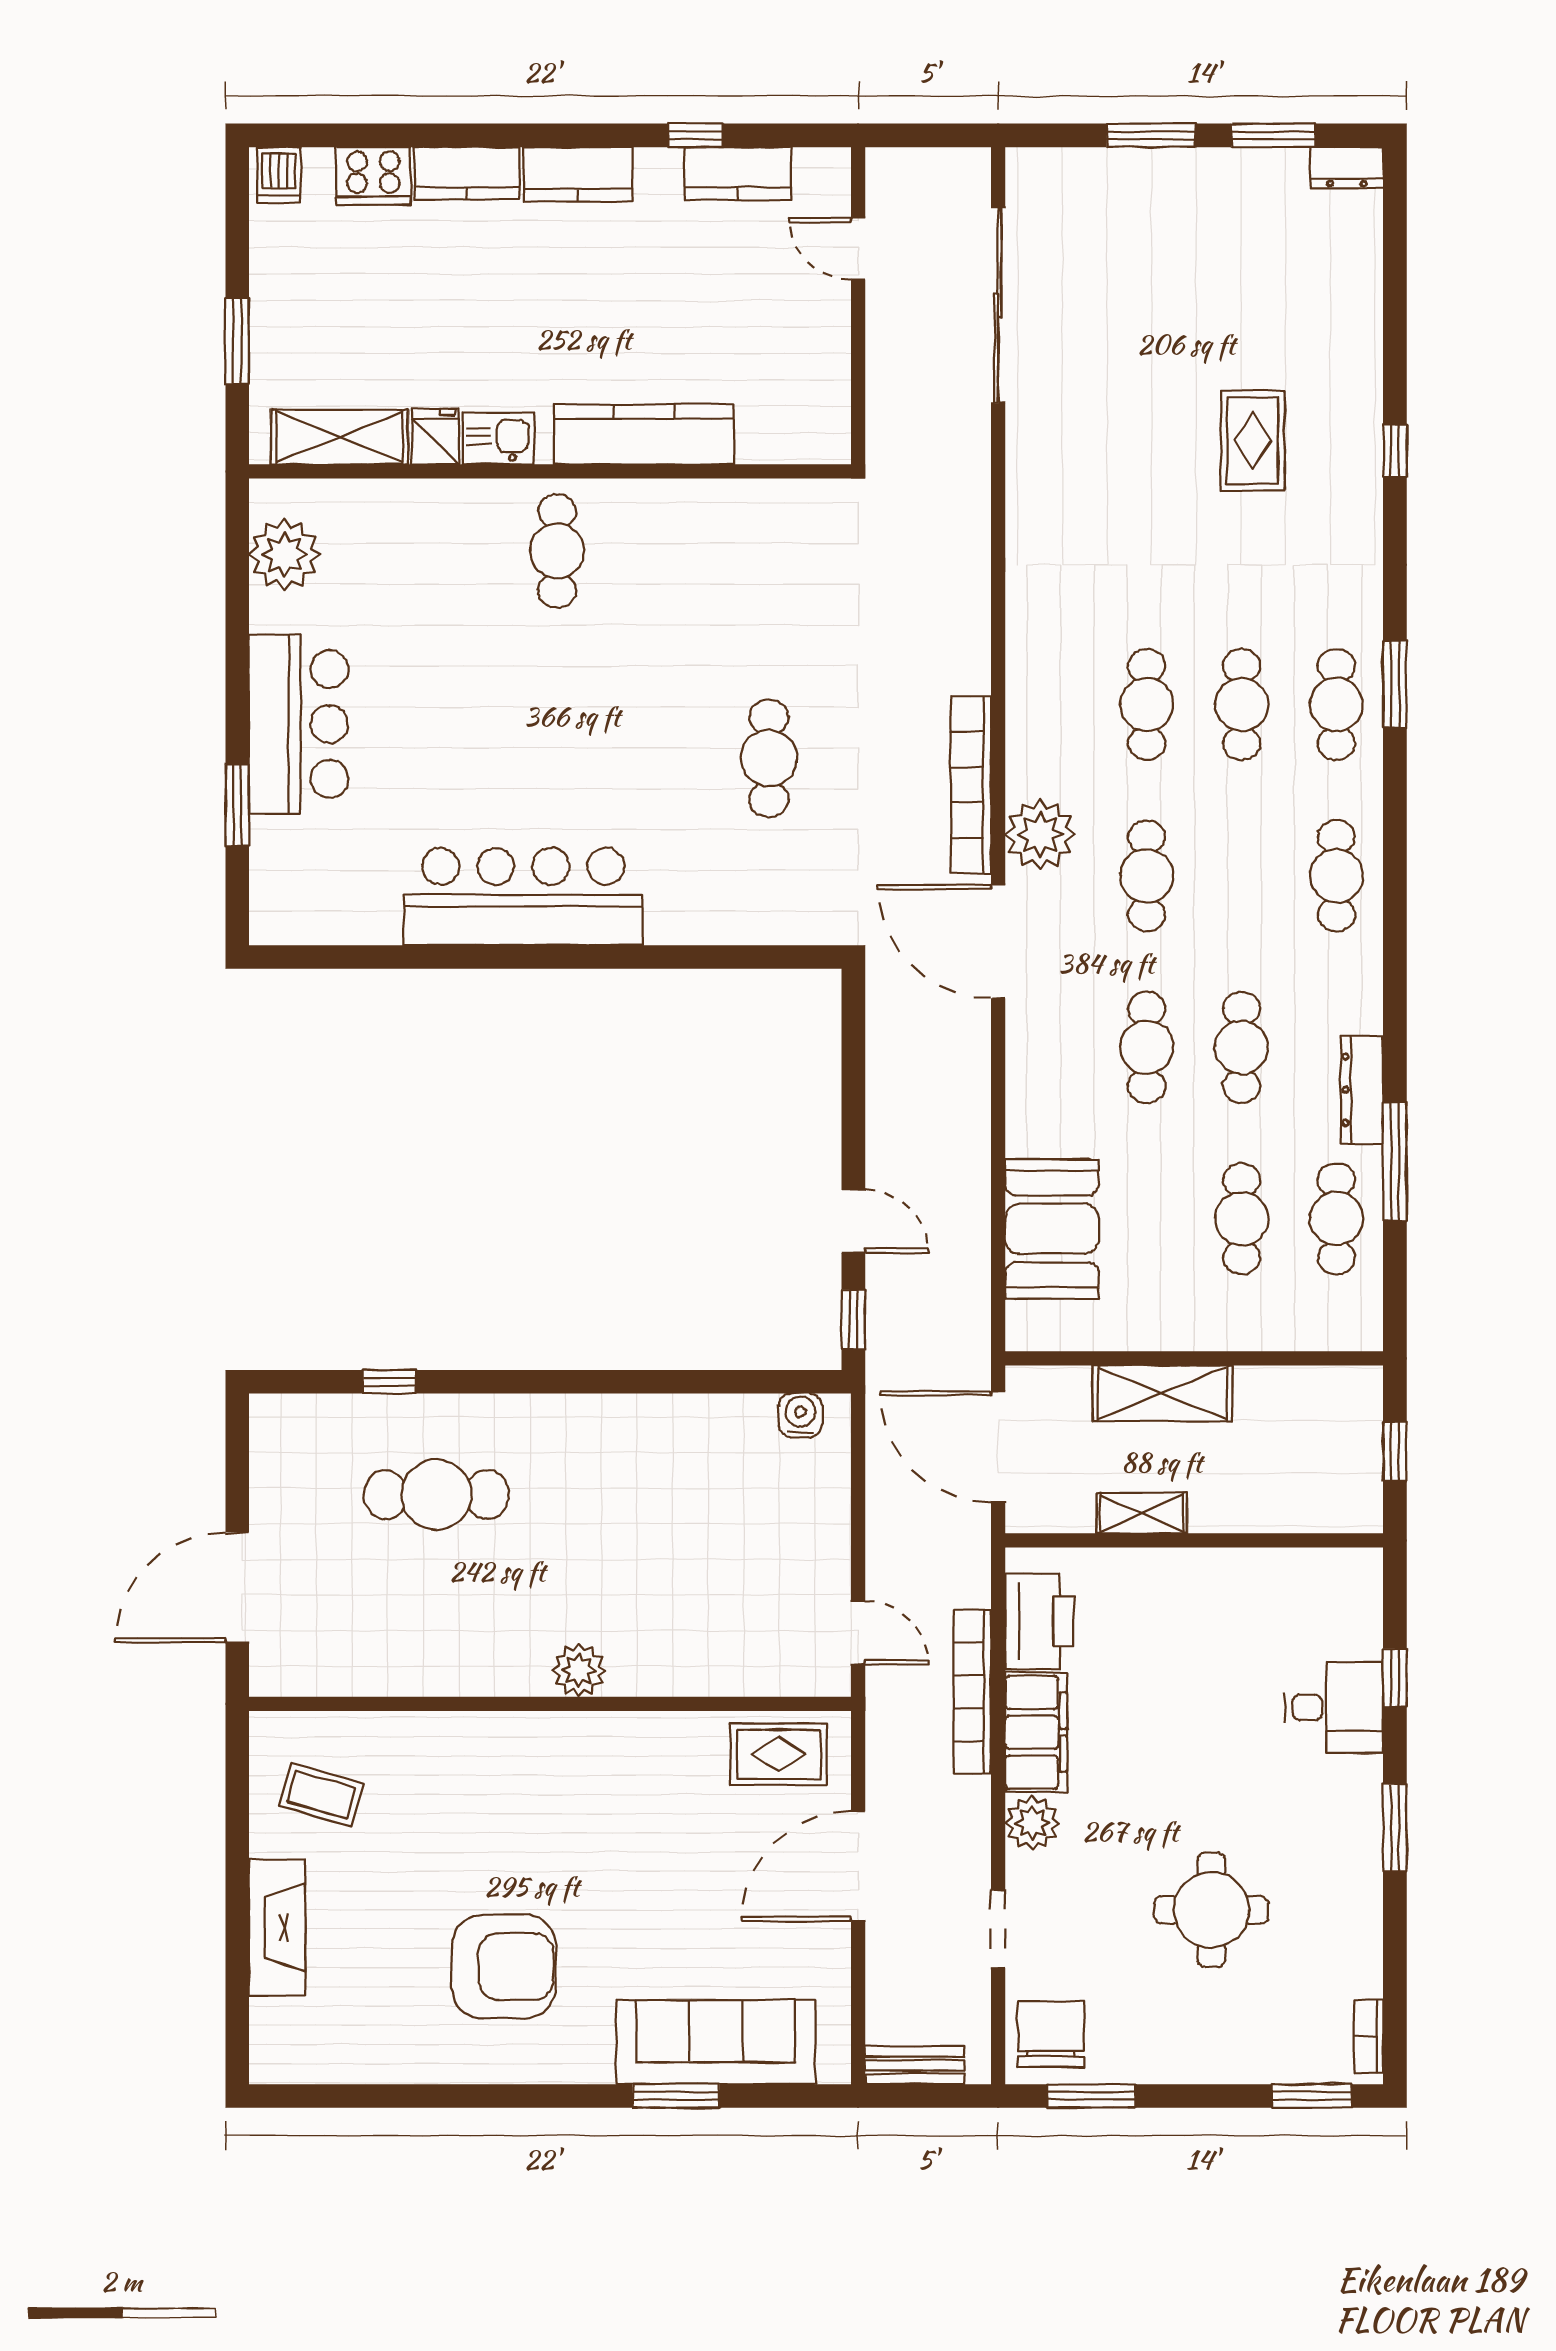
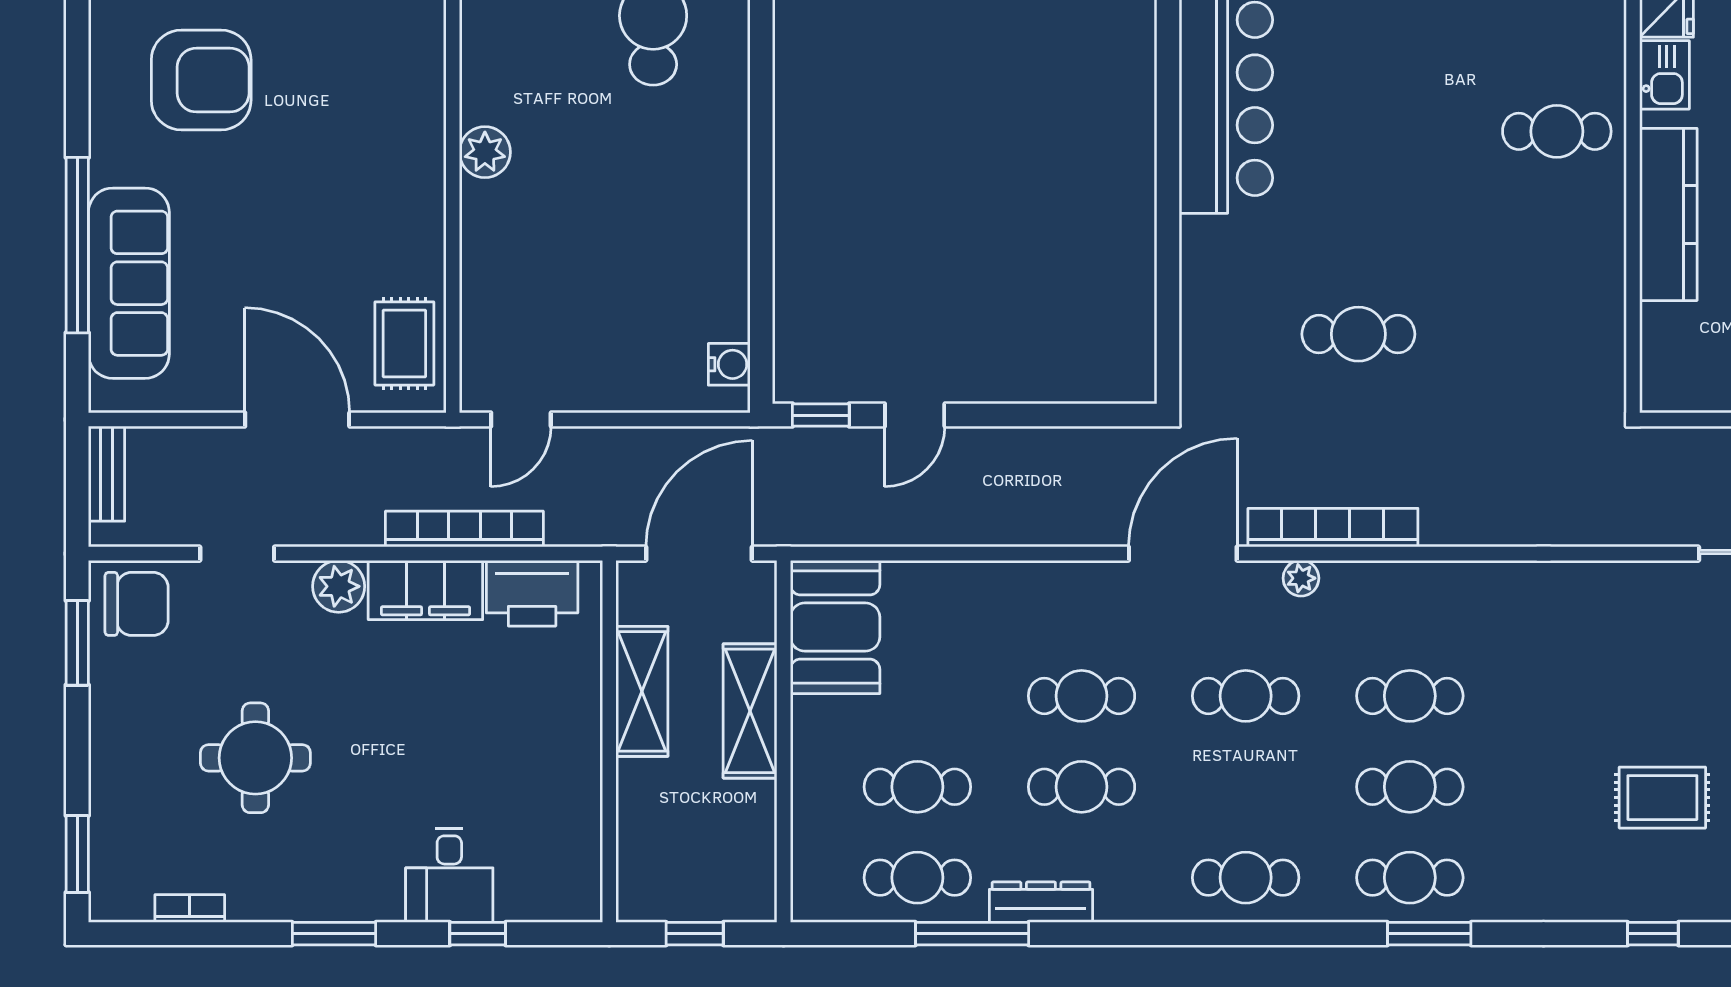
plant: (1040, 834) -> (1301, 578), width x0.53, depth x0.53
booth: (1052, 1229) -> (835, 627), moved, turned 90
shelving: (1142, 1513) -> (642, 691), width x1.50, depth x1.33
armchair: (504, 1966) -> (201, 80), turned -90
bookcase: (1369, 2037) -> (190, 909), moved
window: (676, 2096) -> (77, 245), width x2.11

